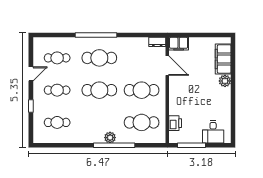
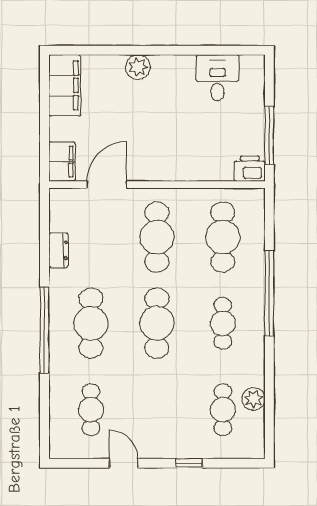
dresser: (157, 42) -> (58, 250), moved
filing cabinet: (223, 59) -> (65, 85), moved, turned -90
cafe table: (57, 90) -> (223, 323), moved
printer: (175, 123) -> (250, 169), moved
desk: (213, 132) -> (217, 78), moved, turned -90
plant: (110, 138) -> (254, 399), moved

